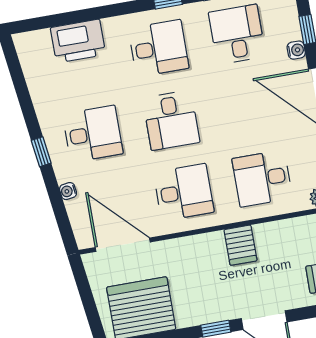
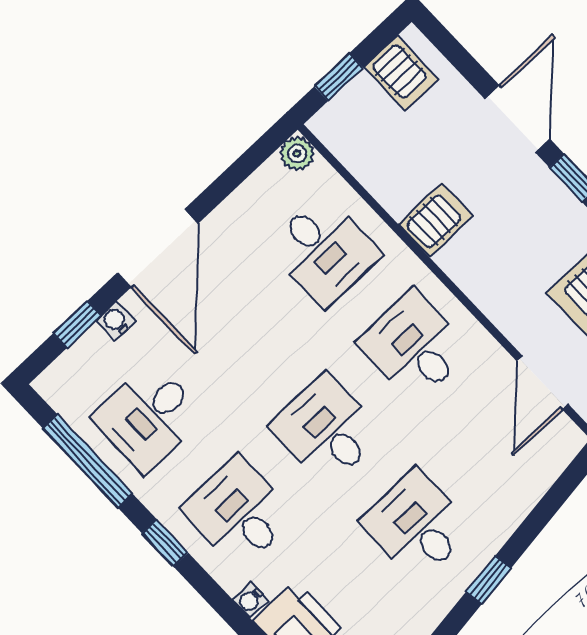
desk: (171, 120) -> (326, 429), turned -90
water cooler: (68, 191) -> (250, 600), moved, turned 98
door: (123, 245) -> (542, 383), width x0.73

